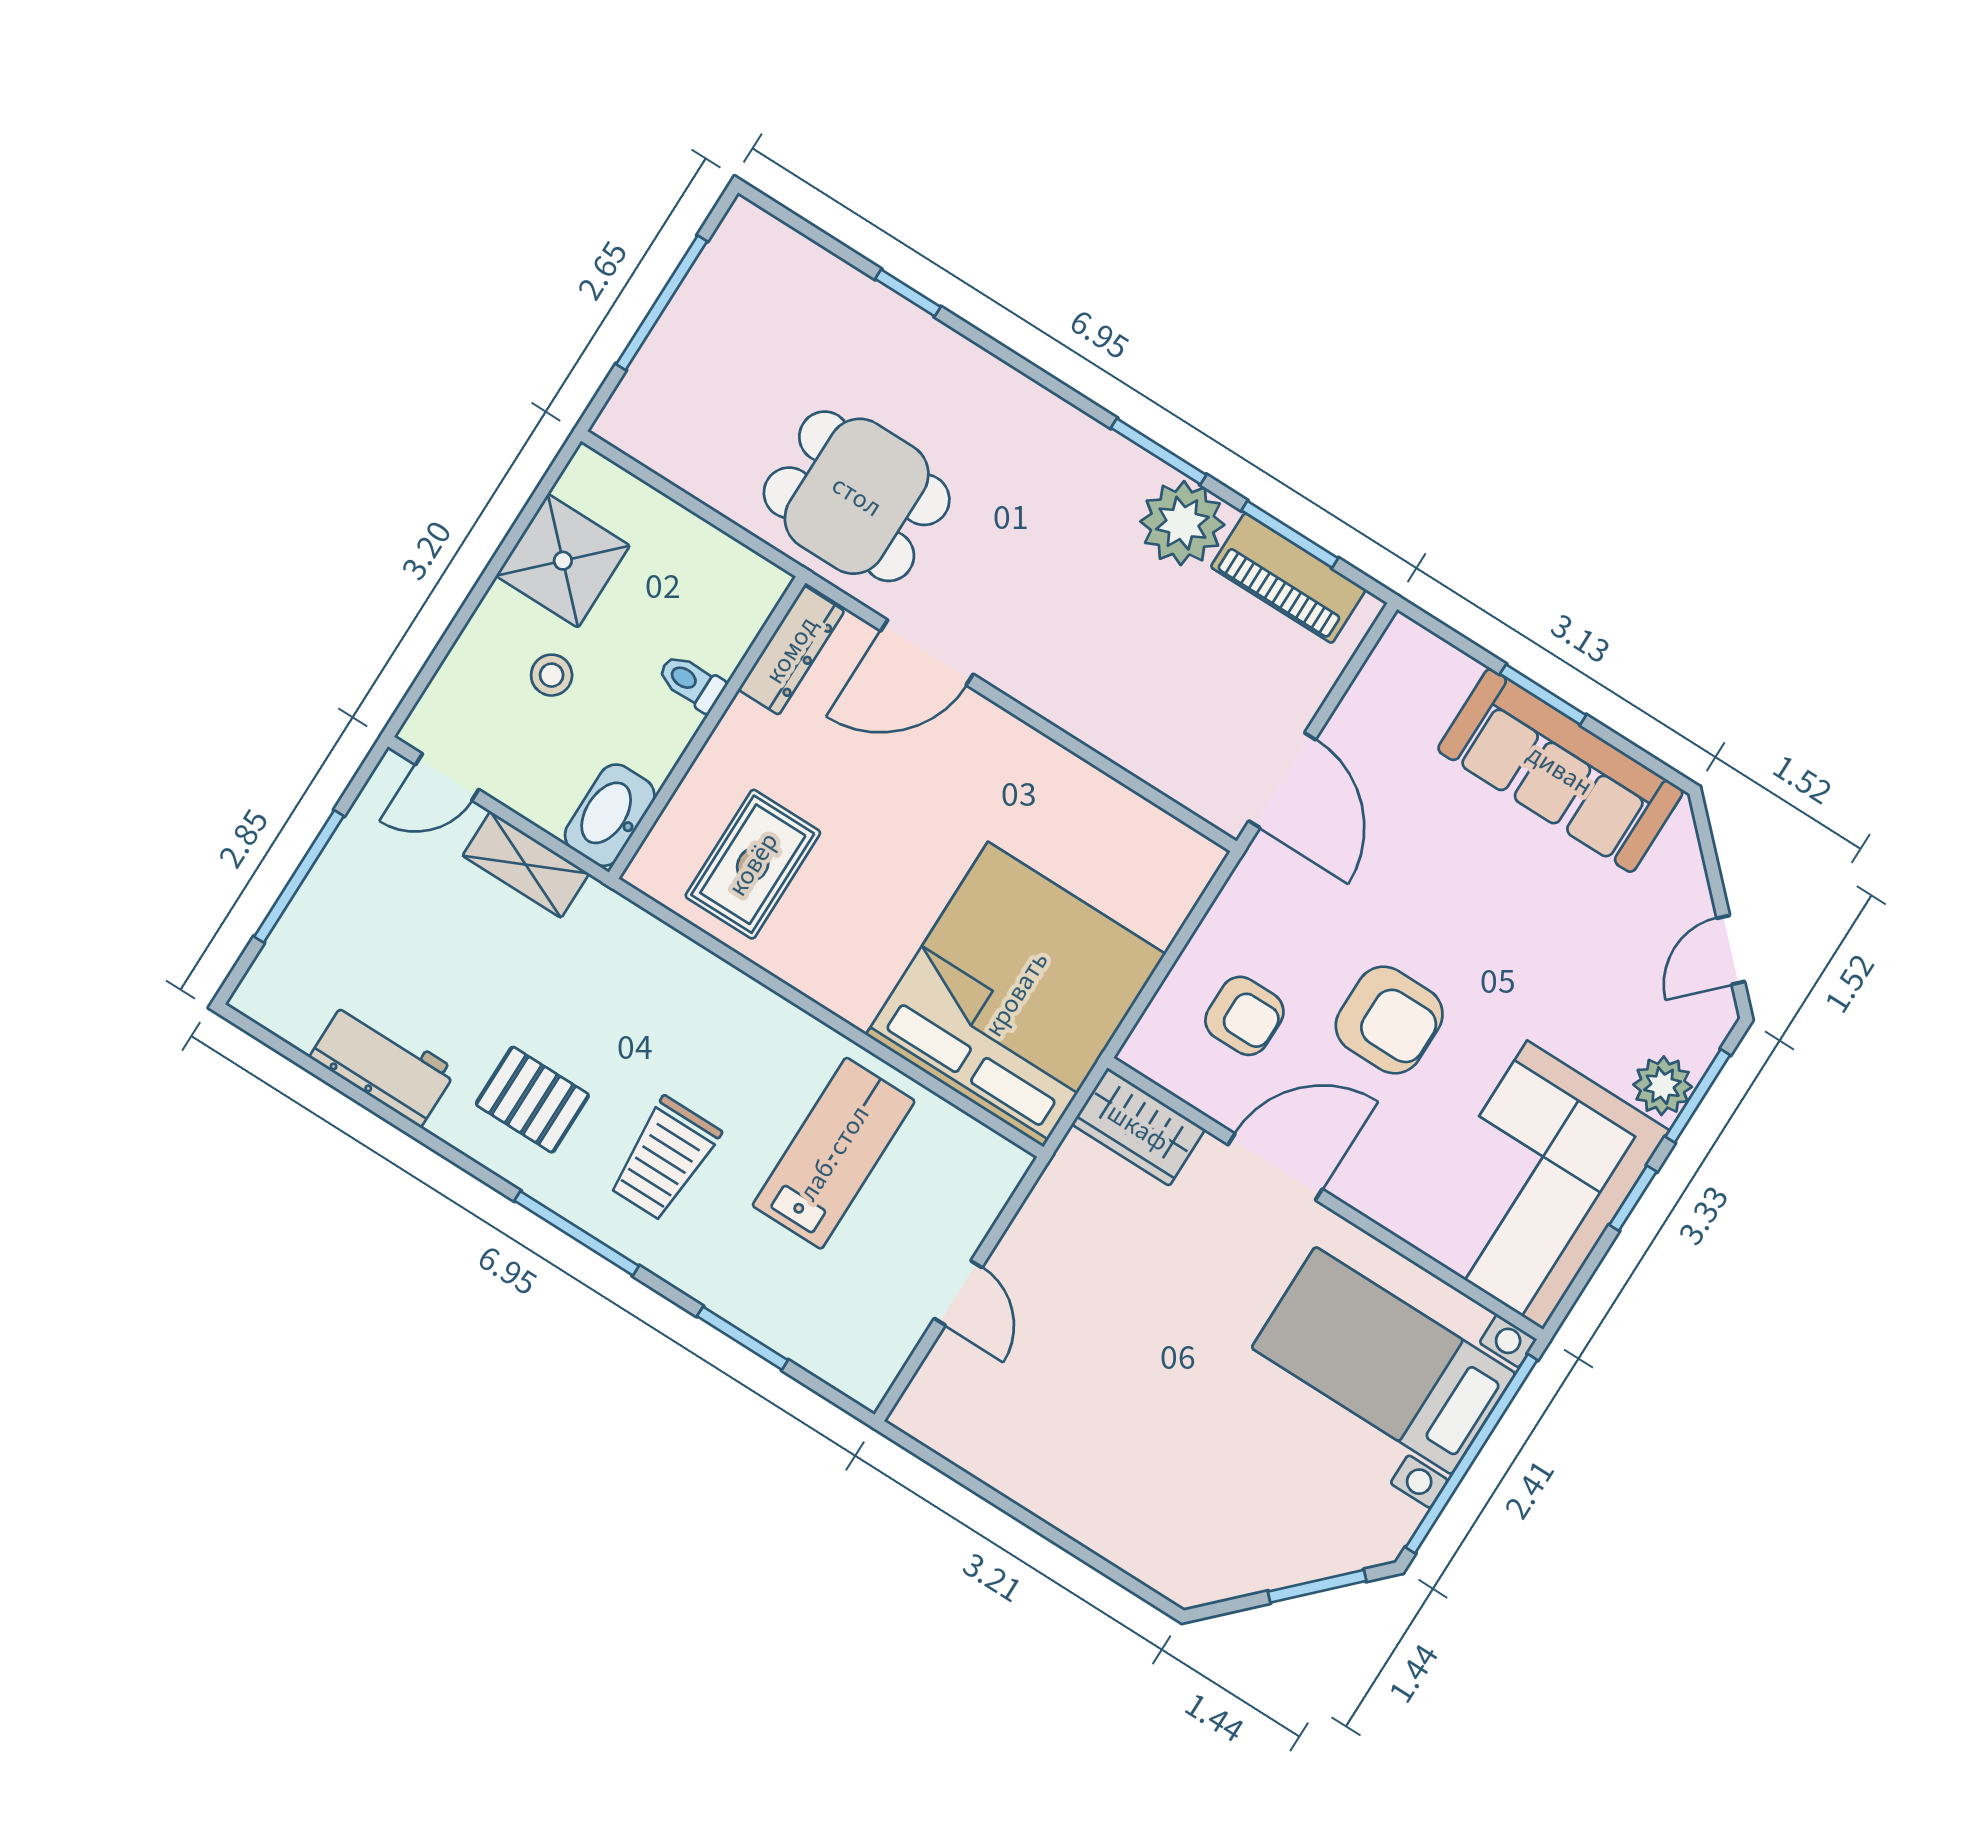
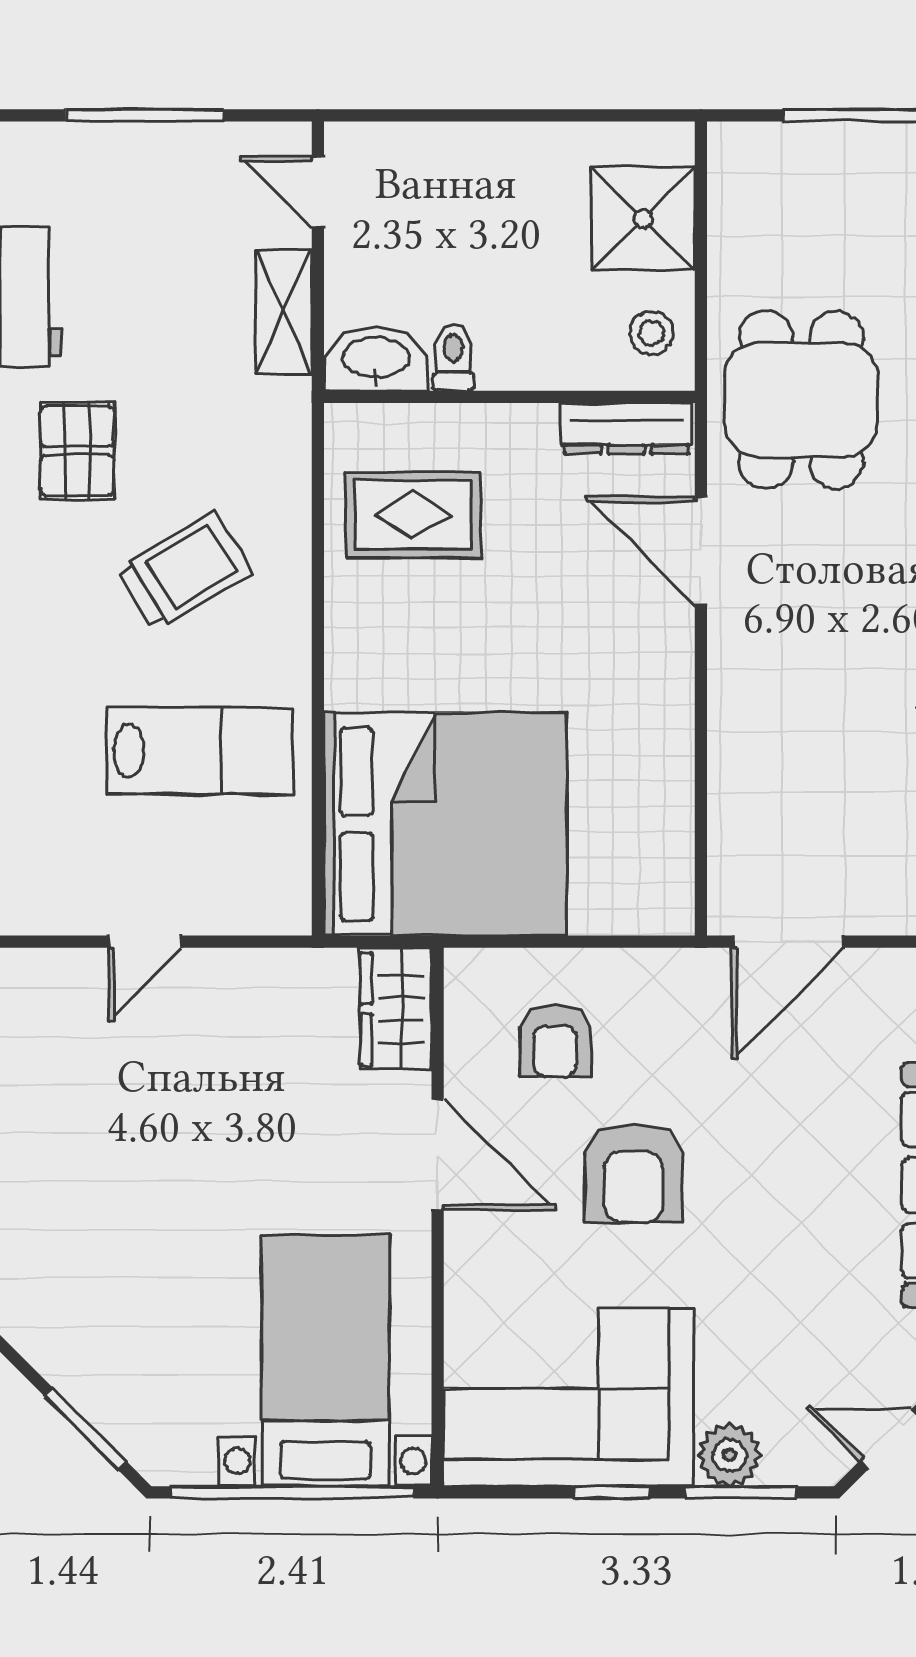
shower: (563, 561) -> (643, 218), moved
stool: (552, 675) -> (651, 333), moved
toilet: (691, 682) -> (453, 357), moved
trolley: (664, 1159) -> (184, 571), moved, turned 149

